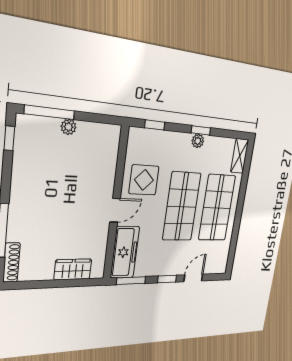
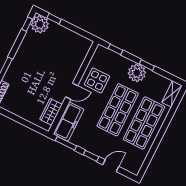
window: (50, 112) -> (54, 19), width x0.46
plant: (69, 127) -> (40, 24), moved, width x1.87, depth x1.87
plant: (198, 141) -> (137, 73), width x1.88, depth x1.88
wardrobe: (73, 269) -> (51, 112), moved, turned -90

